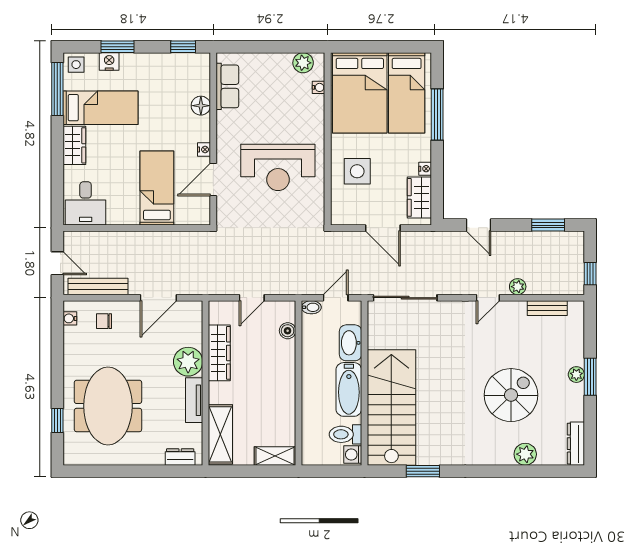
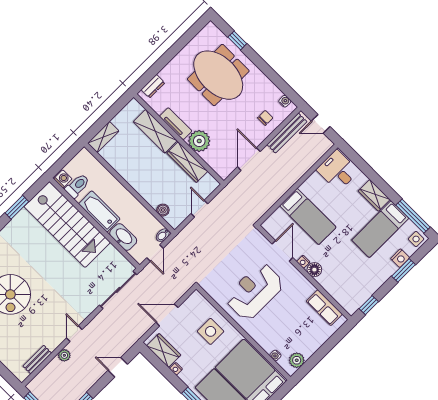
floor lamp: (201, 106) -> (314, 270), moved
shelving: (220, 434) -> (155, 131), moved

